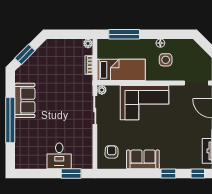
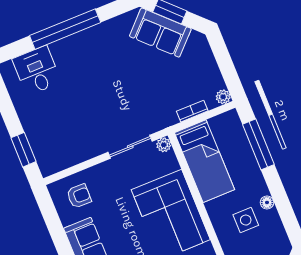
sofa: (25, 100) -> (160, 33), moved, turned 45
desk: (59, 156) -> (37, 71), moved, turned 90

